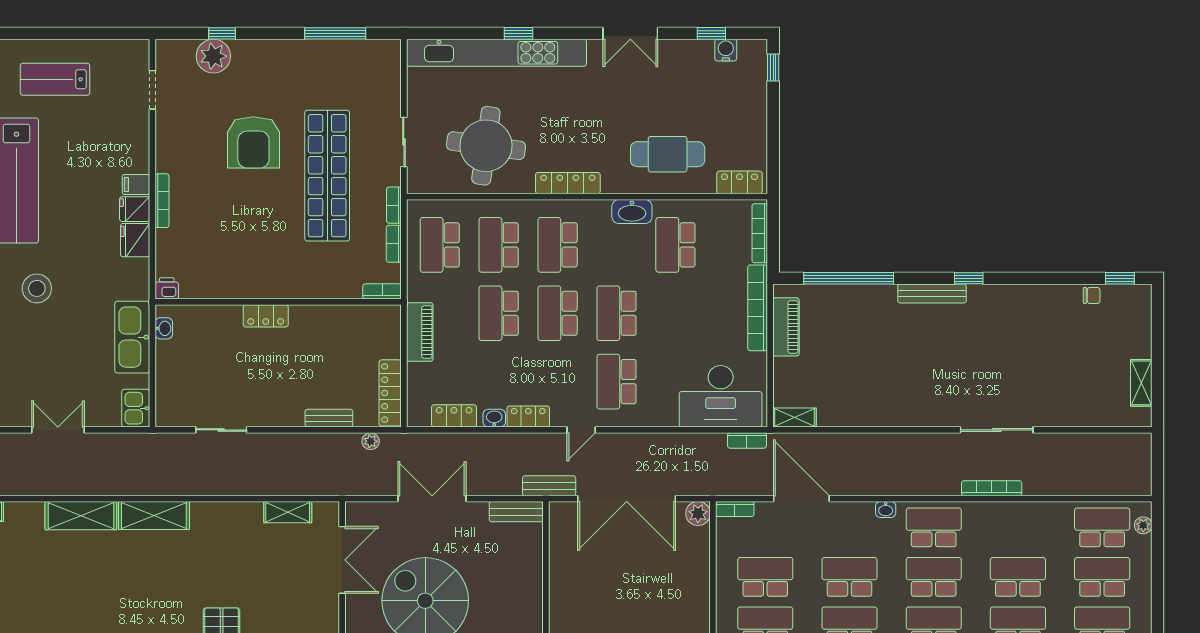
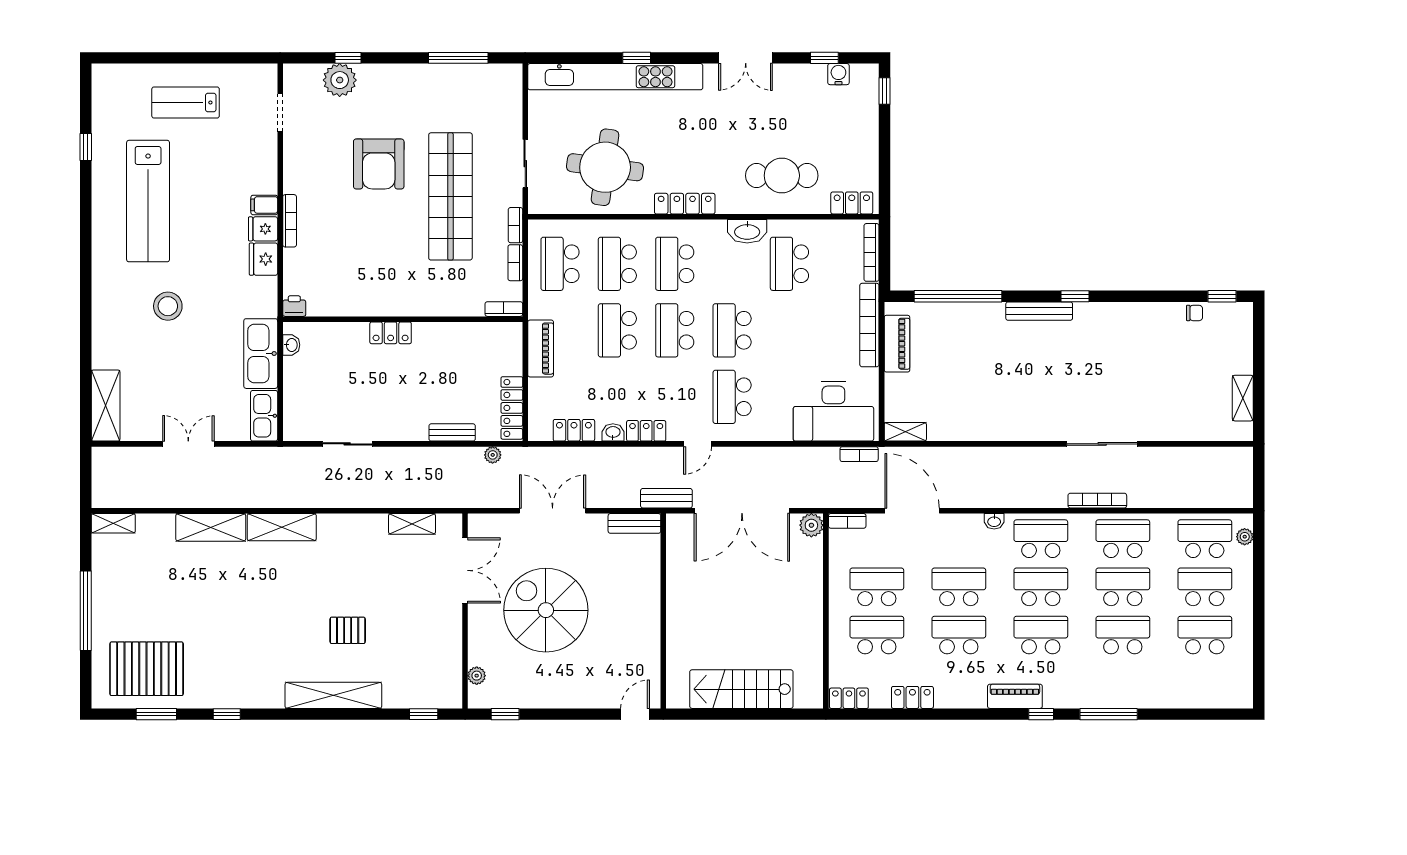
kitchen sink: (136, 408) -> (264, 416), width x1.38
school desk: (1018, 527) -> (1123, 539), added

